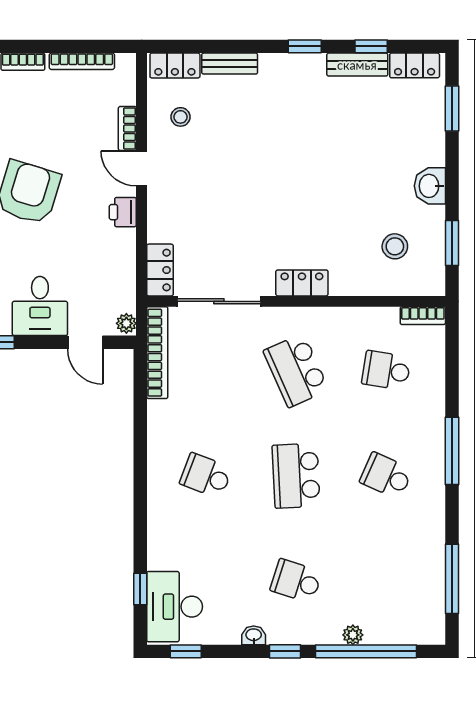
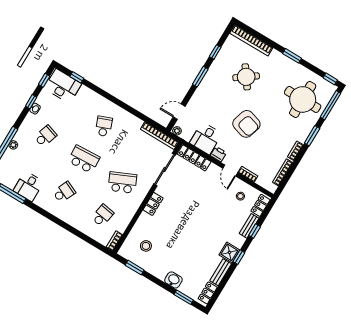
window: (371, 46) -> (255, 231), moved
shower: (307, 71) -> (229, 252), added
door: (142, 168) -> (230, 171), swing flipped
washbasin: (430, 186) -> (173, 280), moved
locker: (160, 270) -> (194, 158), width x1.53
desk: (40, 306) -> (206, 138), moved, turned -90
window: (452, 451) -> (59, 222), removed
school desk: (206, 476) -> (104, 126), turned -42
desk: (417, 554) -> (28, 186), added
window: (285, 651) -> (31, 102), moved

